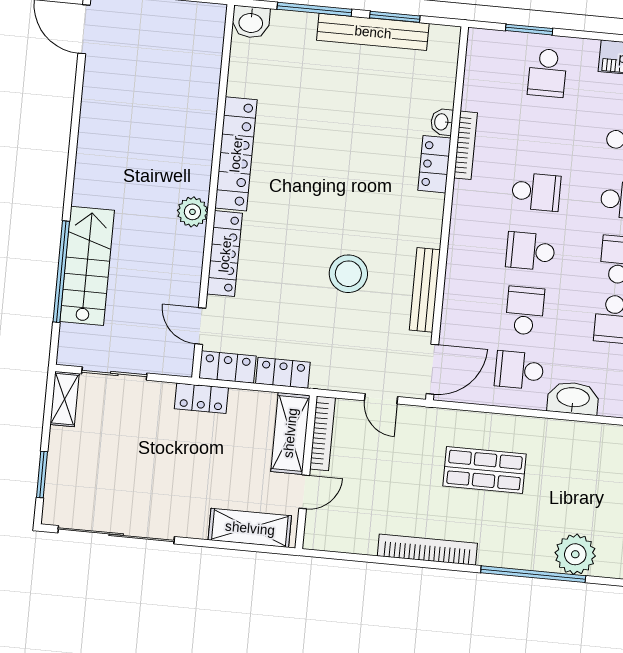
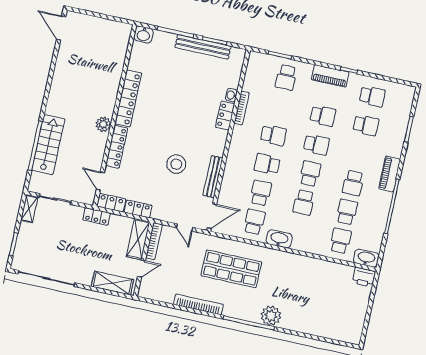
school desk: (519, 370) -> (254, 222), turned 90
shop shelf: (485, 470) -> (231, 269), width x1.43, depth x1.36

